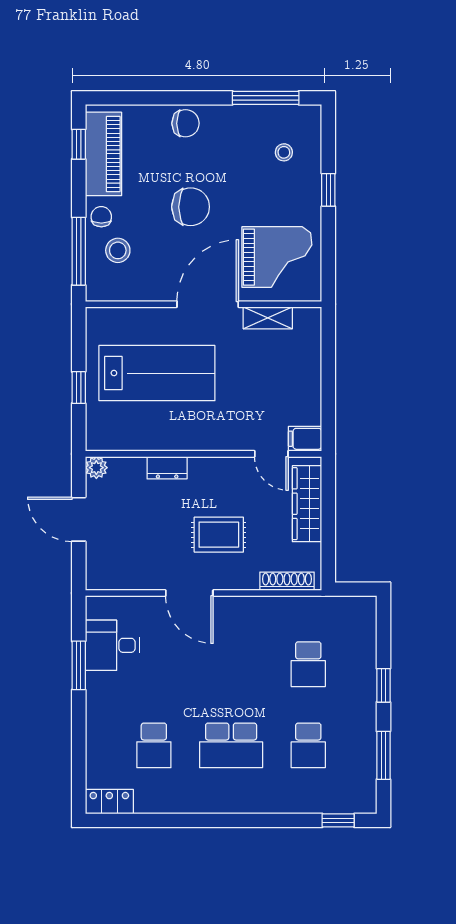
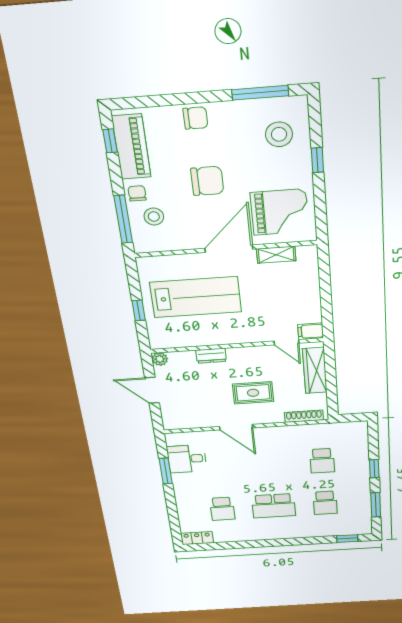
stool: (284, 152) -> (279, 134), width x1.89, depth x1.89

